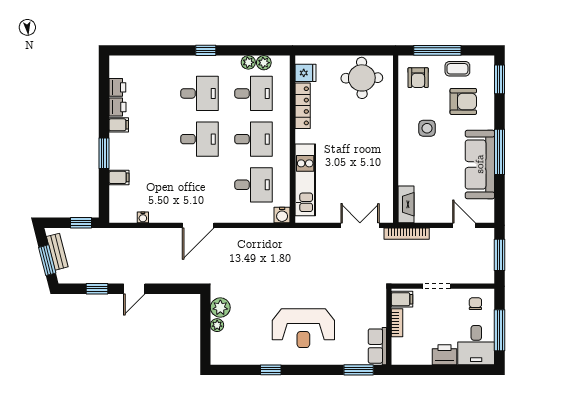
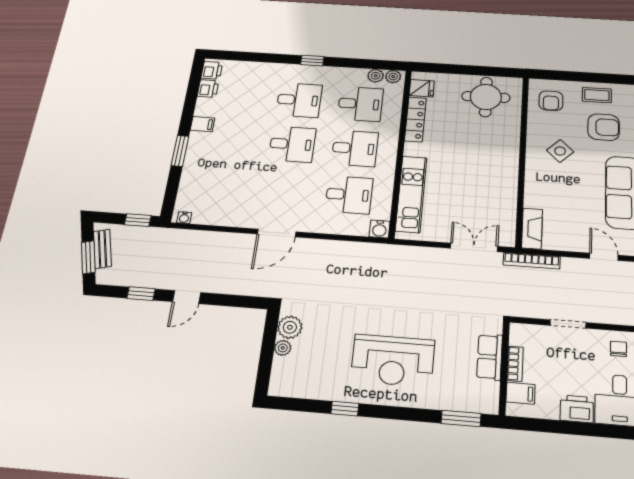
window: (437, 50) -> (574, 76), removed
plant: (248, 62) -> (393, 77), moved
printer: (117, 107) -> (212, 70), moved
side table: (427, 128) -> (560, 151), turned 45
filing cabinet: (119, 177) -> (192, 176), removed
water cooler: (143, 217) -> (184, 218), moved
filing cabinet: (402, 299) -> (520, 393), moved
row of seats: (377, 346) -> (490, 357), moved

